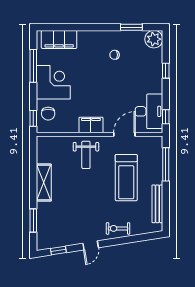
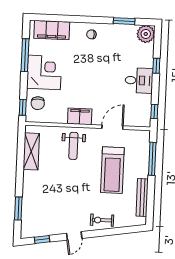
chair: (115, 55) -> (91, 34), moved
desk: (149, 111) -> (139, 80), moved, width x0.73
shelving: (44, 183) -> (31, 151), moved

